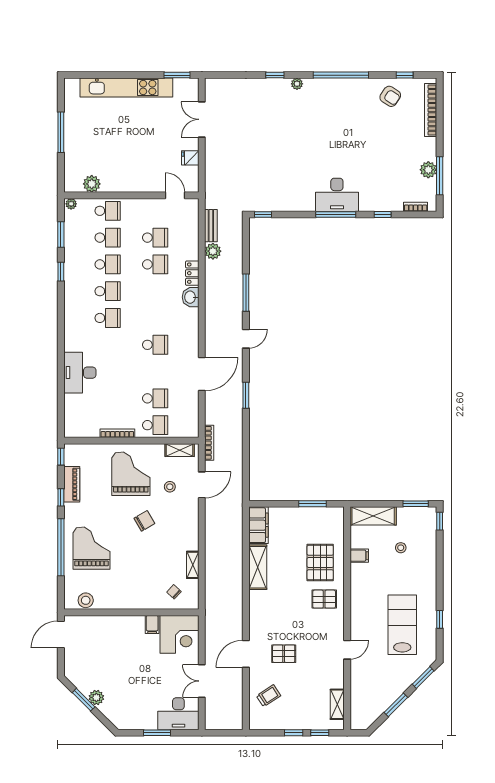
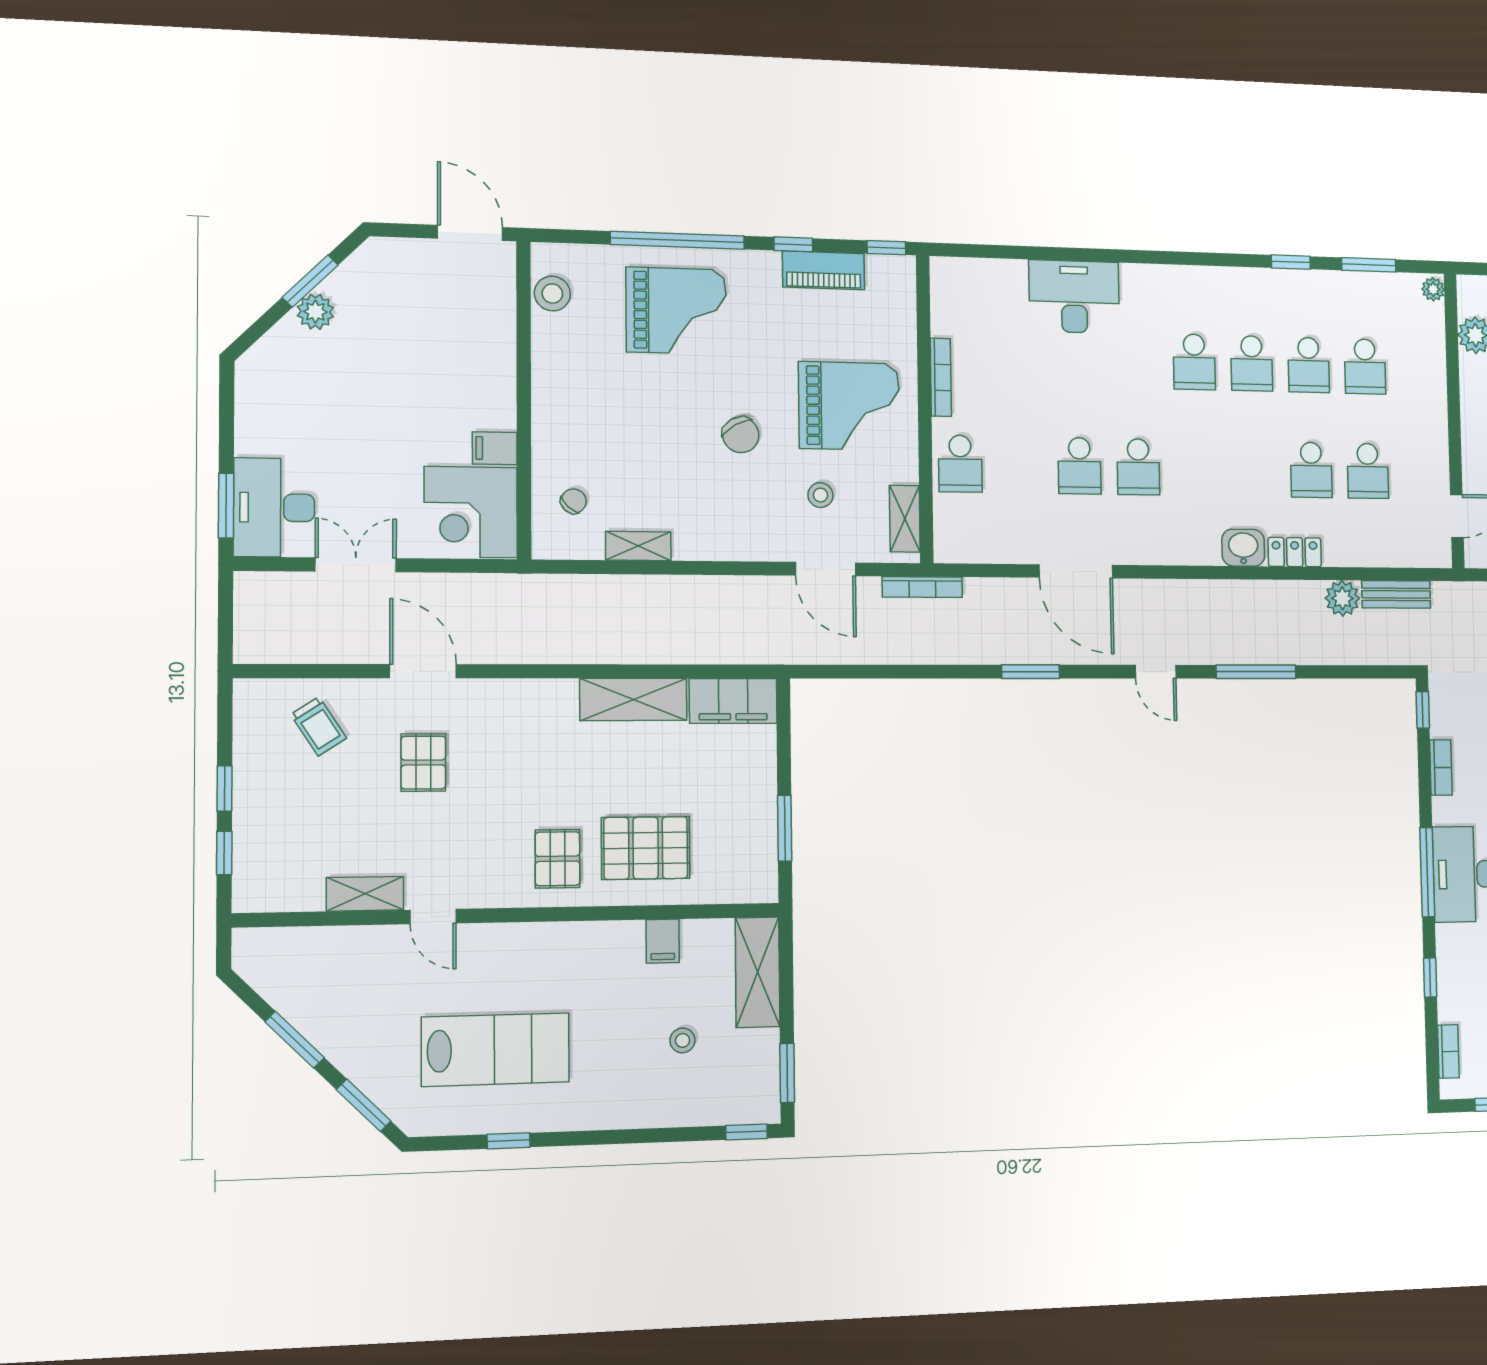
bookcase: (289, 207) -> (1441, 767), added
school desk: (108, 211) -> (1421, 368), removed
school desk: (155, 398) -> (1080, 466), moved
shelving: (337, 704) -> (365, 894), moved
window: (157, 733) -> (226, 506), moved

